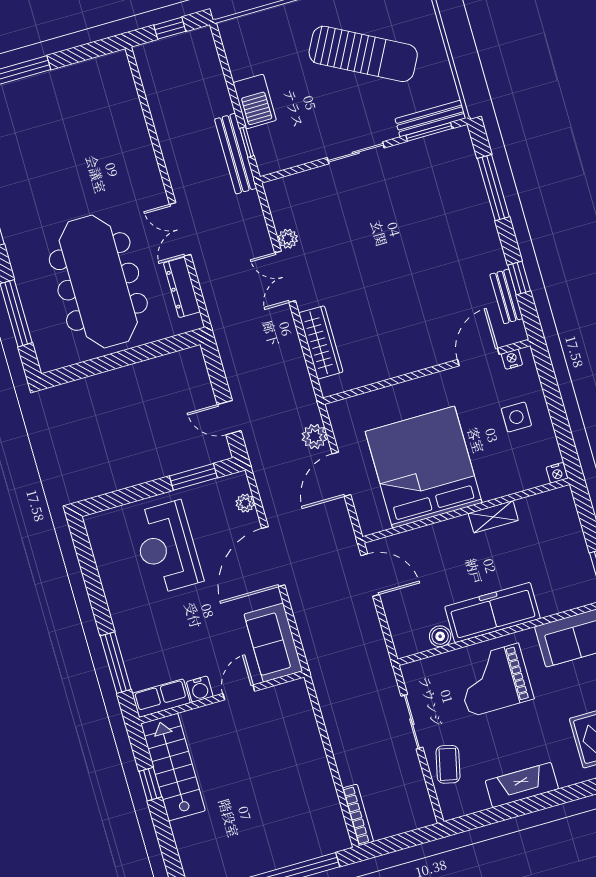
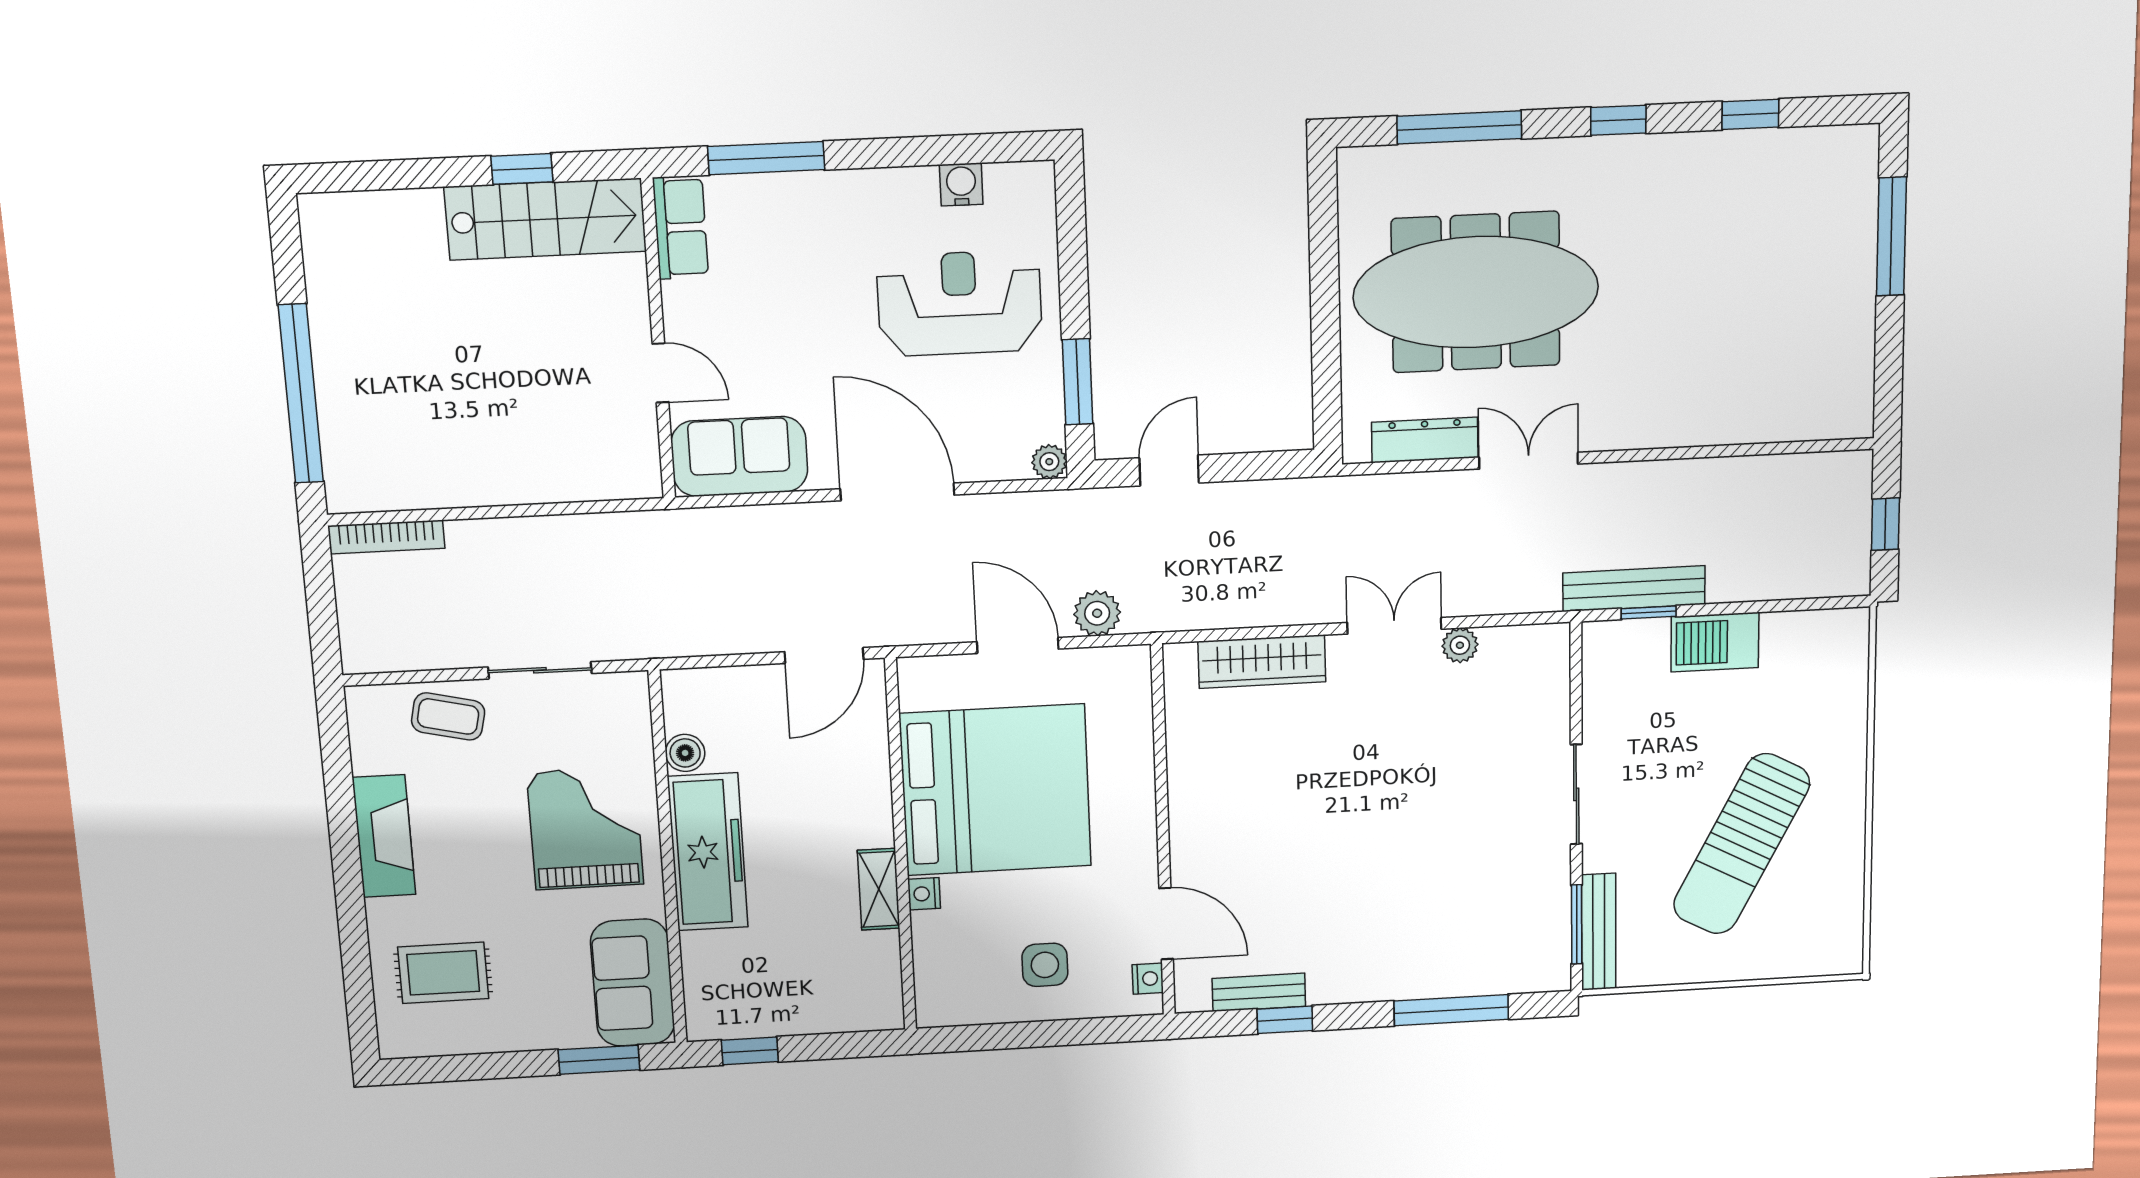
nightstand: (557, 473) -> (924, 894), moved
plant: (245, 503) -> (1049, 462), moved
water cooler: (200, 689) -> (961, 184), moved, turned 90

